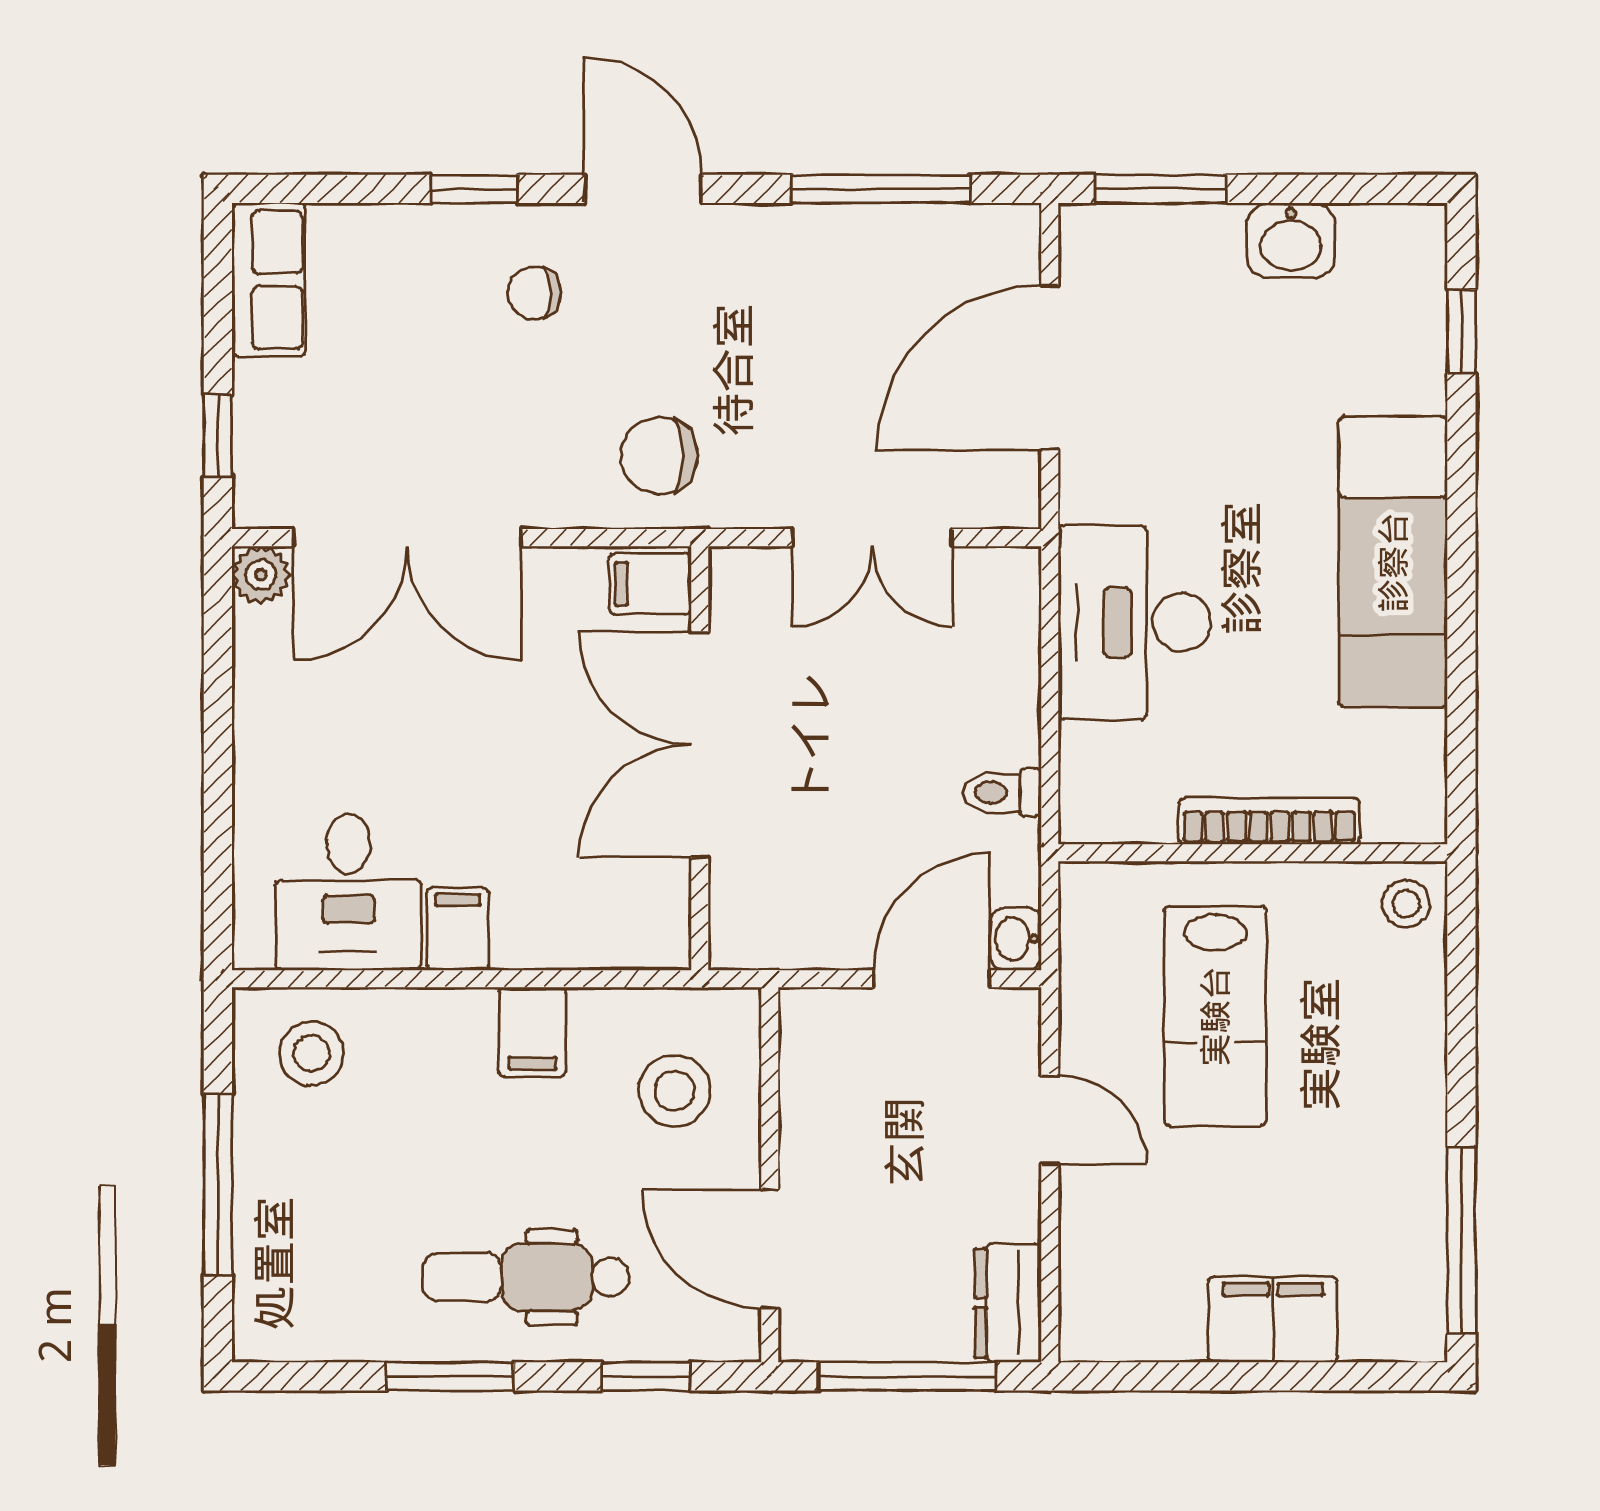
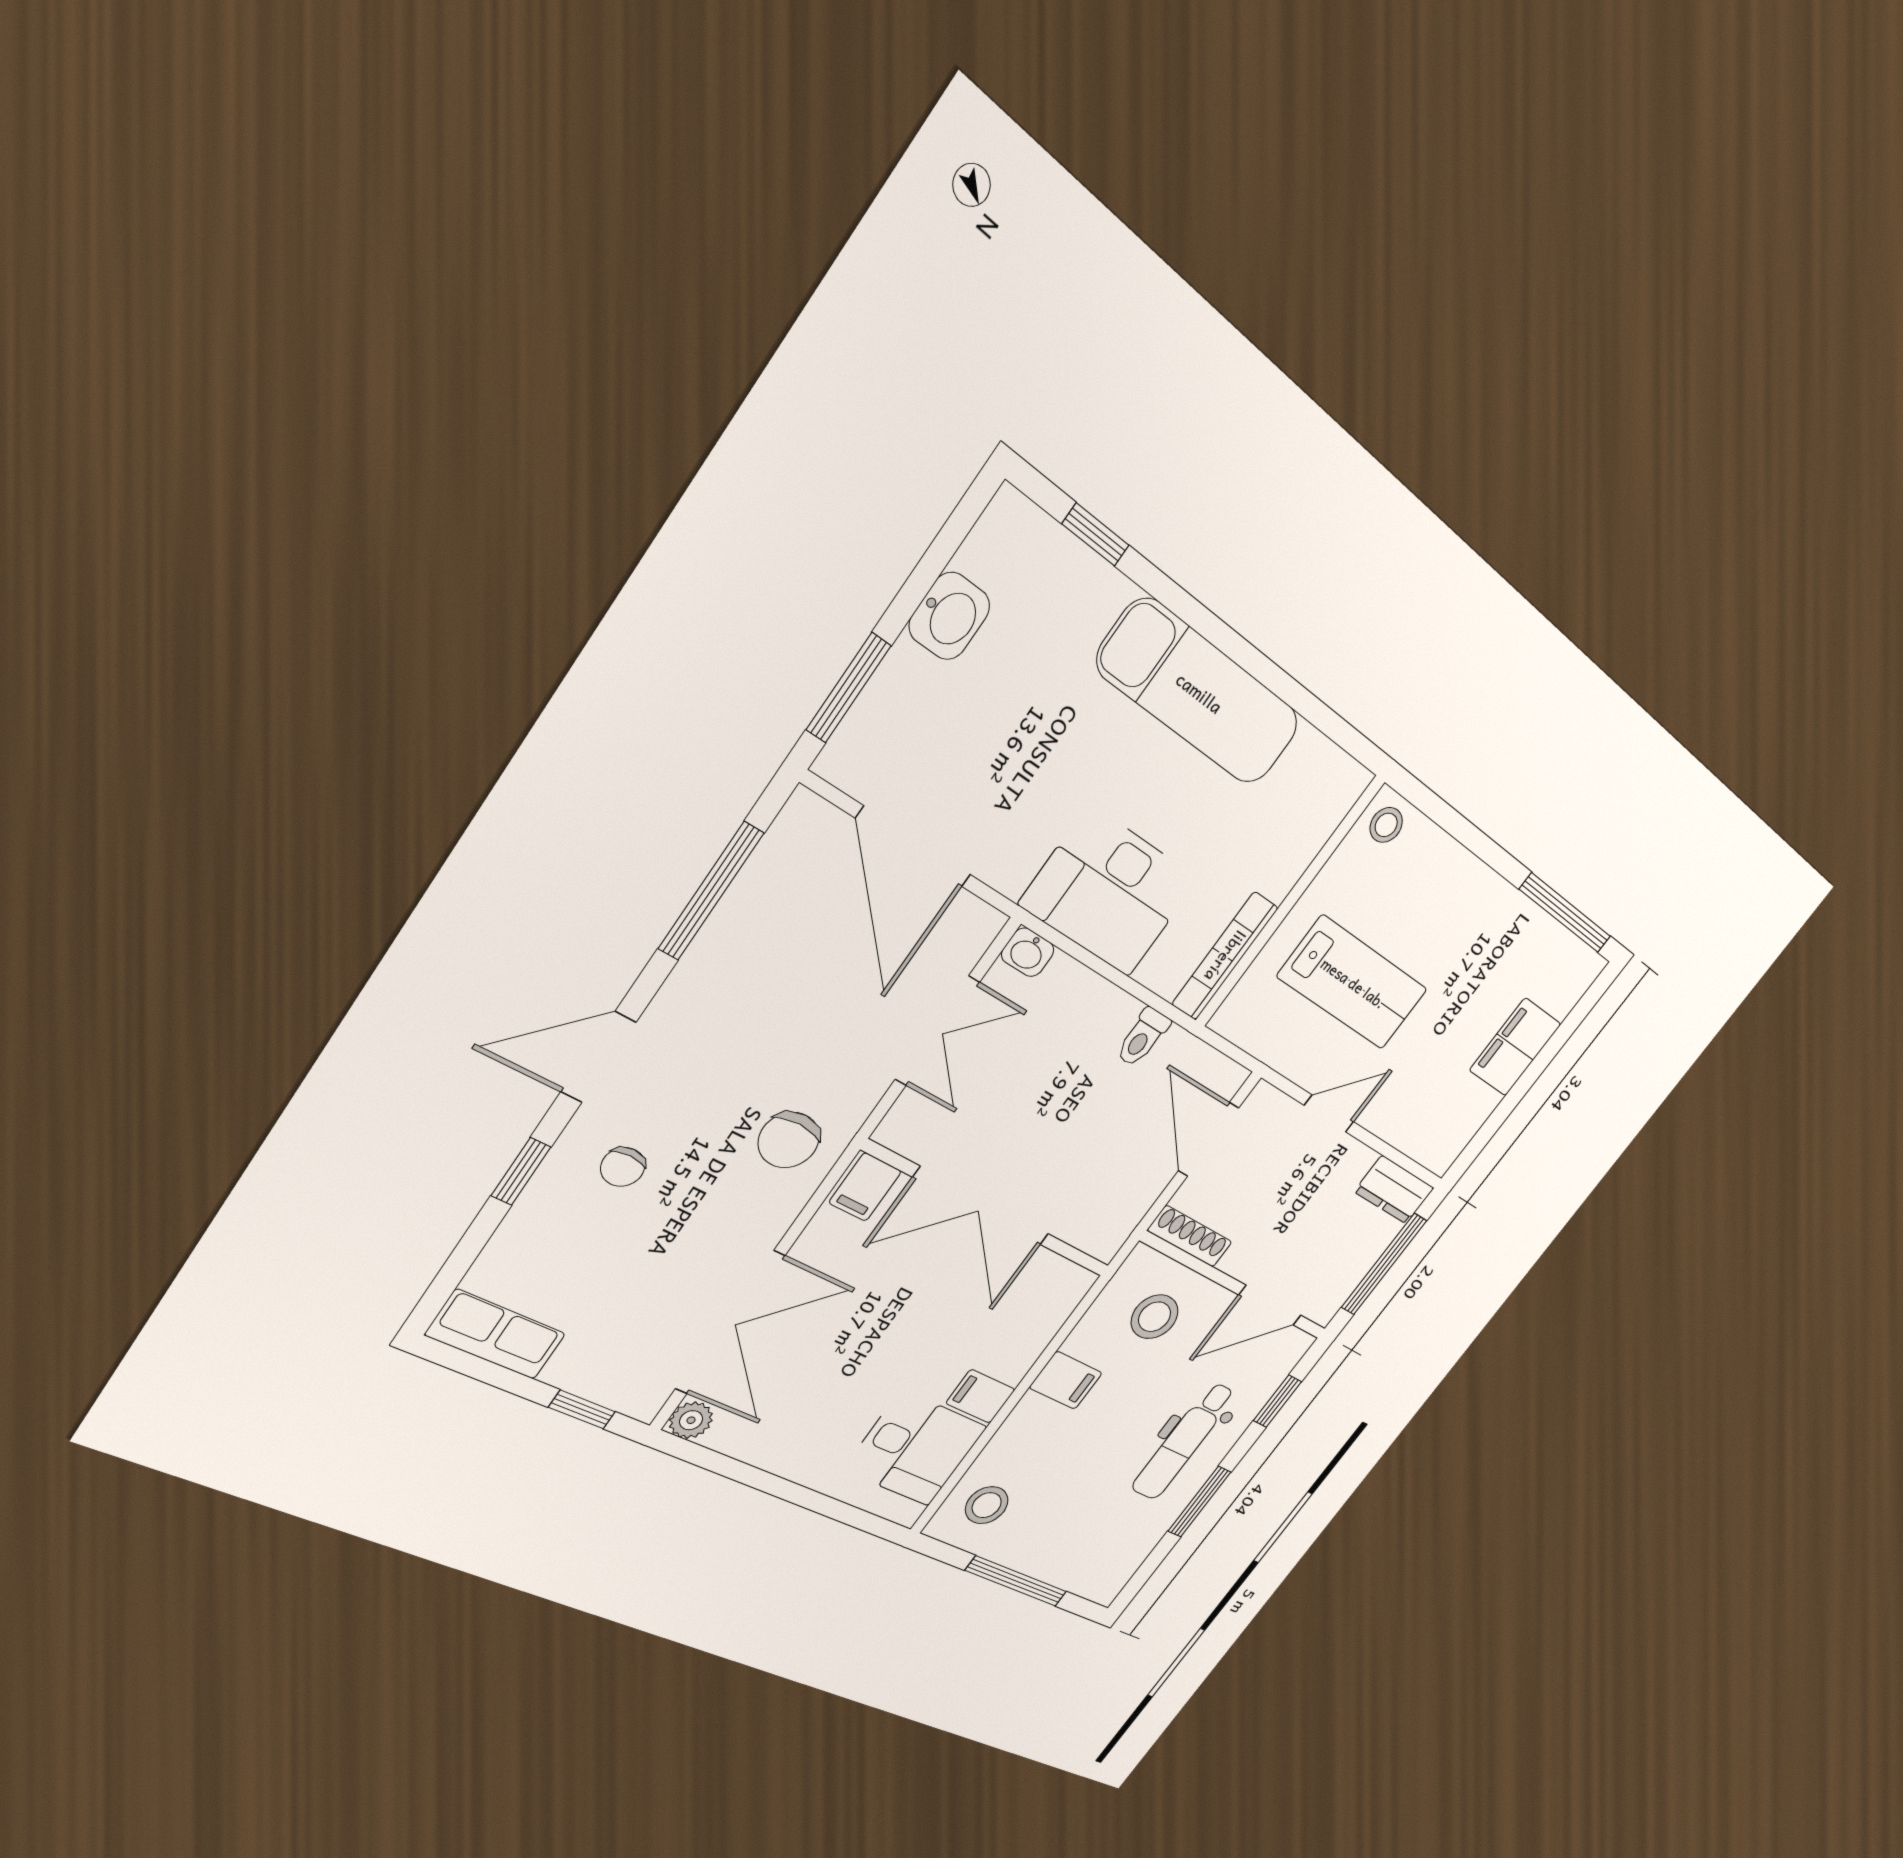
bookcase: (1269, 821) -> (1225, 956), moved
washbasin: (1016, 939) -> (1028, 952), moved
shoe rack: (801, 1054) -> (1190, 1236), added

